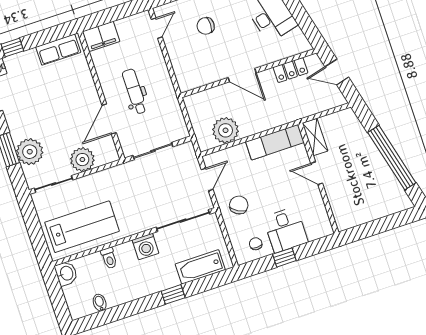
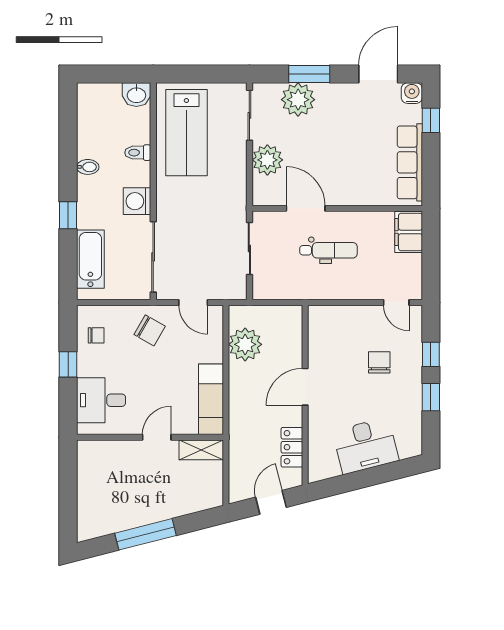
row of seats: (58, 50) -> (410, 162), width x1.48
window: (392, 158) -> (145, 534), width x0.68
desk: (286, 230) -> (101, 400), moved
bidet: (100, 303) -> (88, 167), moved

